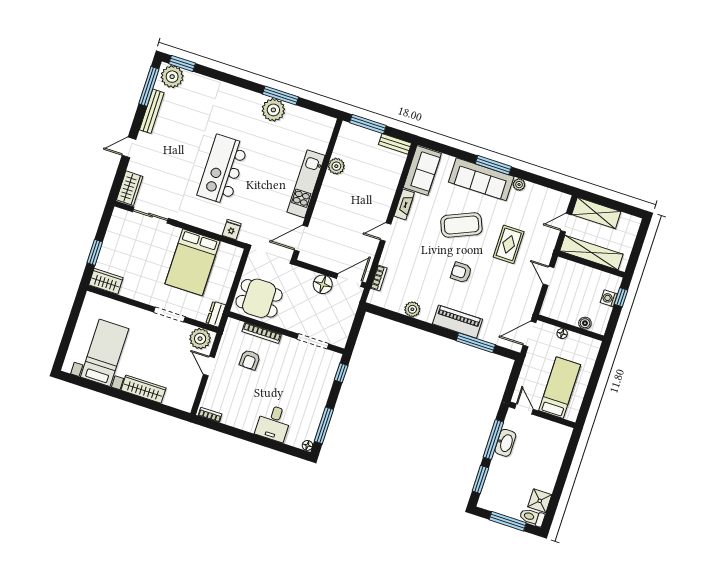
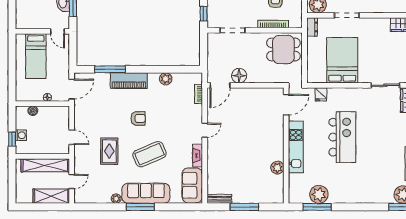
plant: (336, 166) -> (277, 168), moved
kitchen unit: (306, 184) -> (296, 147), moved
wall: (317, 189) -> (286, 146), moved
door: (301, 238) -> (286, 105), moved

